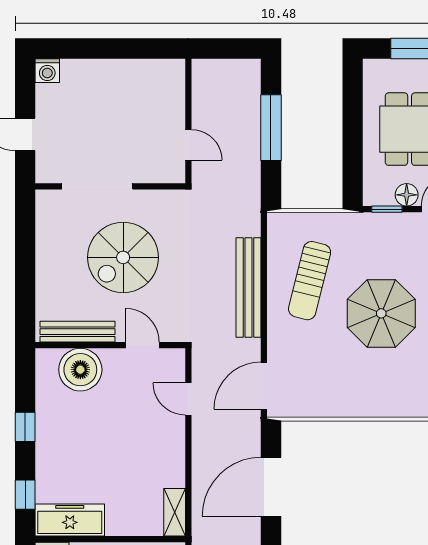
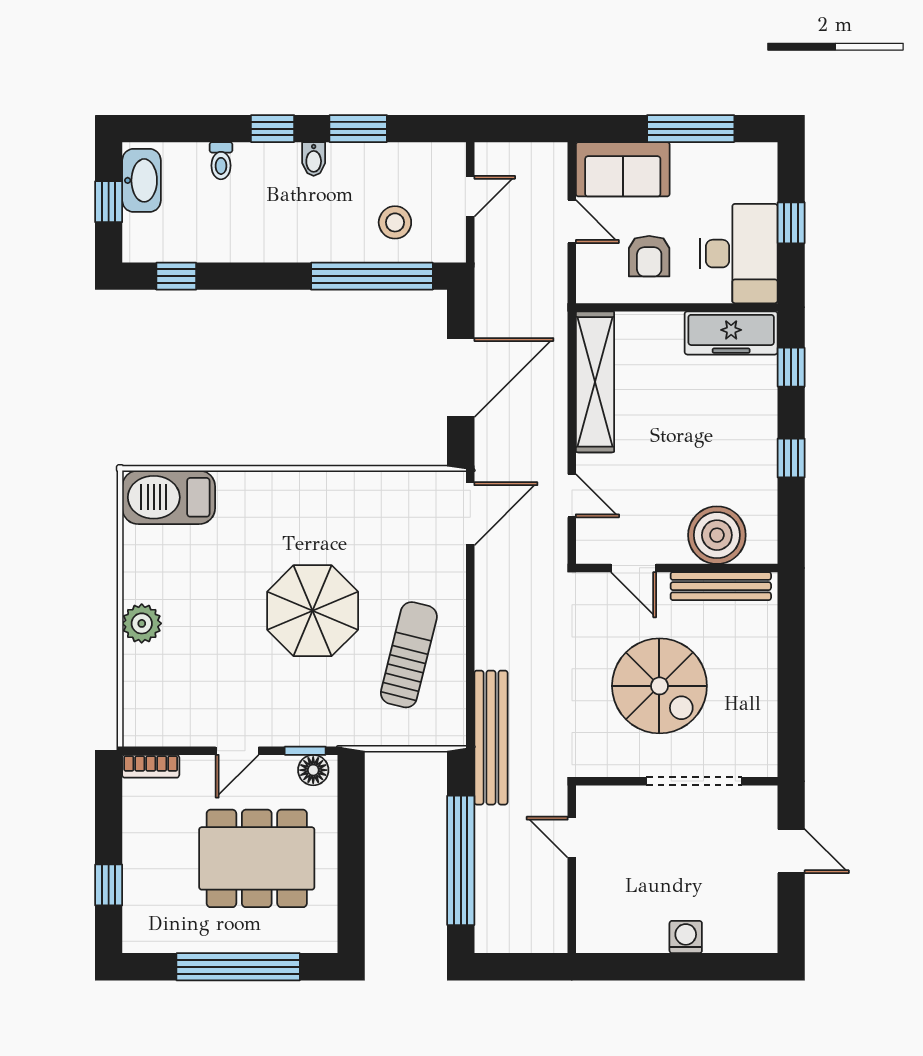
washing machine: (47, 71) -> (686, 937), moved
window: (271, 128) -> (461, 860), width x1.46
floor lamp: (407, 195) -> (313, 770), moved
spiral stairs: (123, 257) -> (659, 686), turned 90
bench: (249, 287) -> (491, 738), moved
shelving: (175, 512) -> (595, 382), width x2.20, depth x1.33

